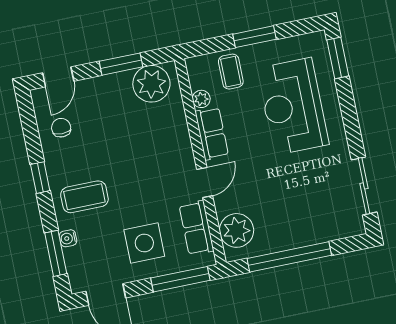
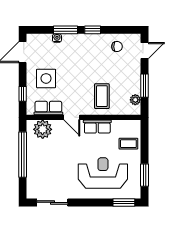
window: (254, 37) -> (144, 175), moved
door: (58, 77) -> (144, 51), swing flipped
plant: (151, 84) -> (135, 100), width x0.53, depth x0.53
plant: (201, 99) -> (117, 125), removed
coffee table: (84, 197) -> (102, 96), moved
window: (56, 253) -> (65, 30), moved
window: (180, 279) -> (23, 94), width x0.46

